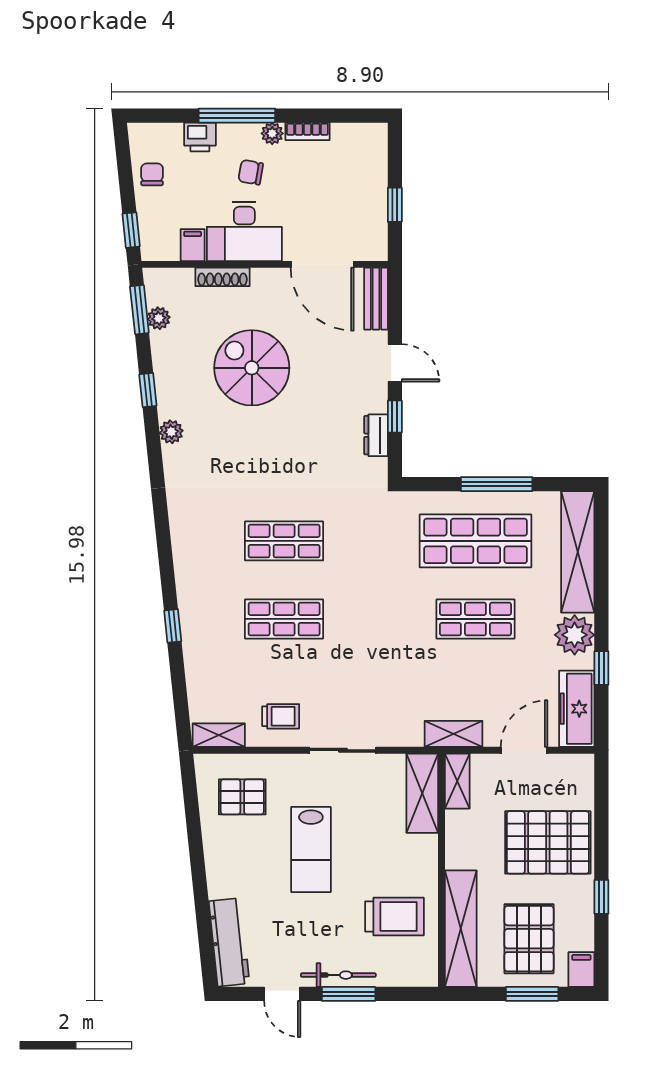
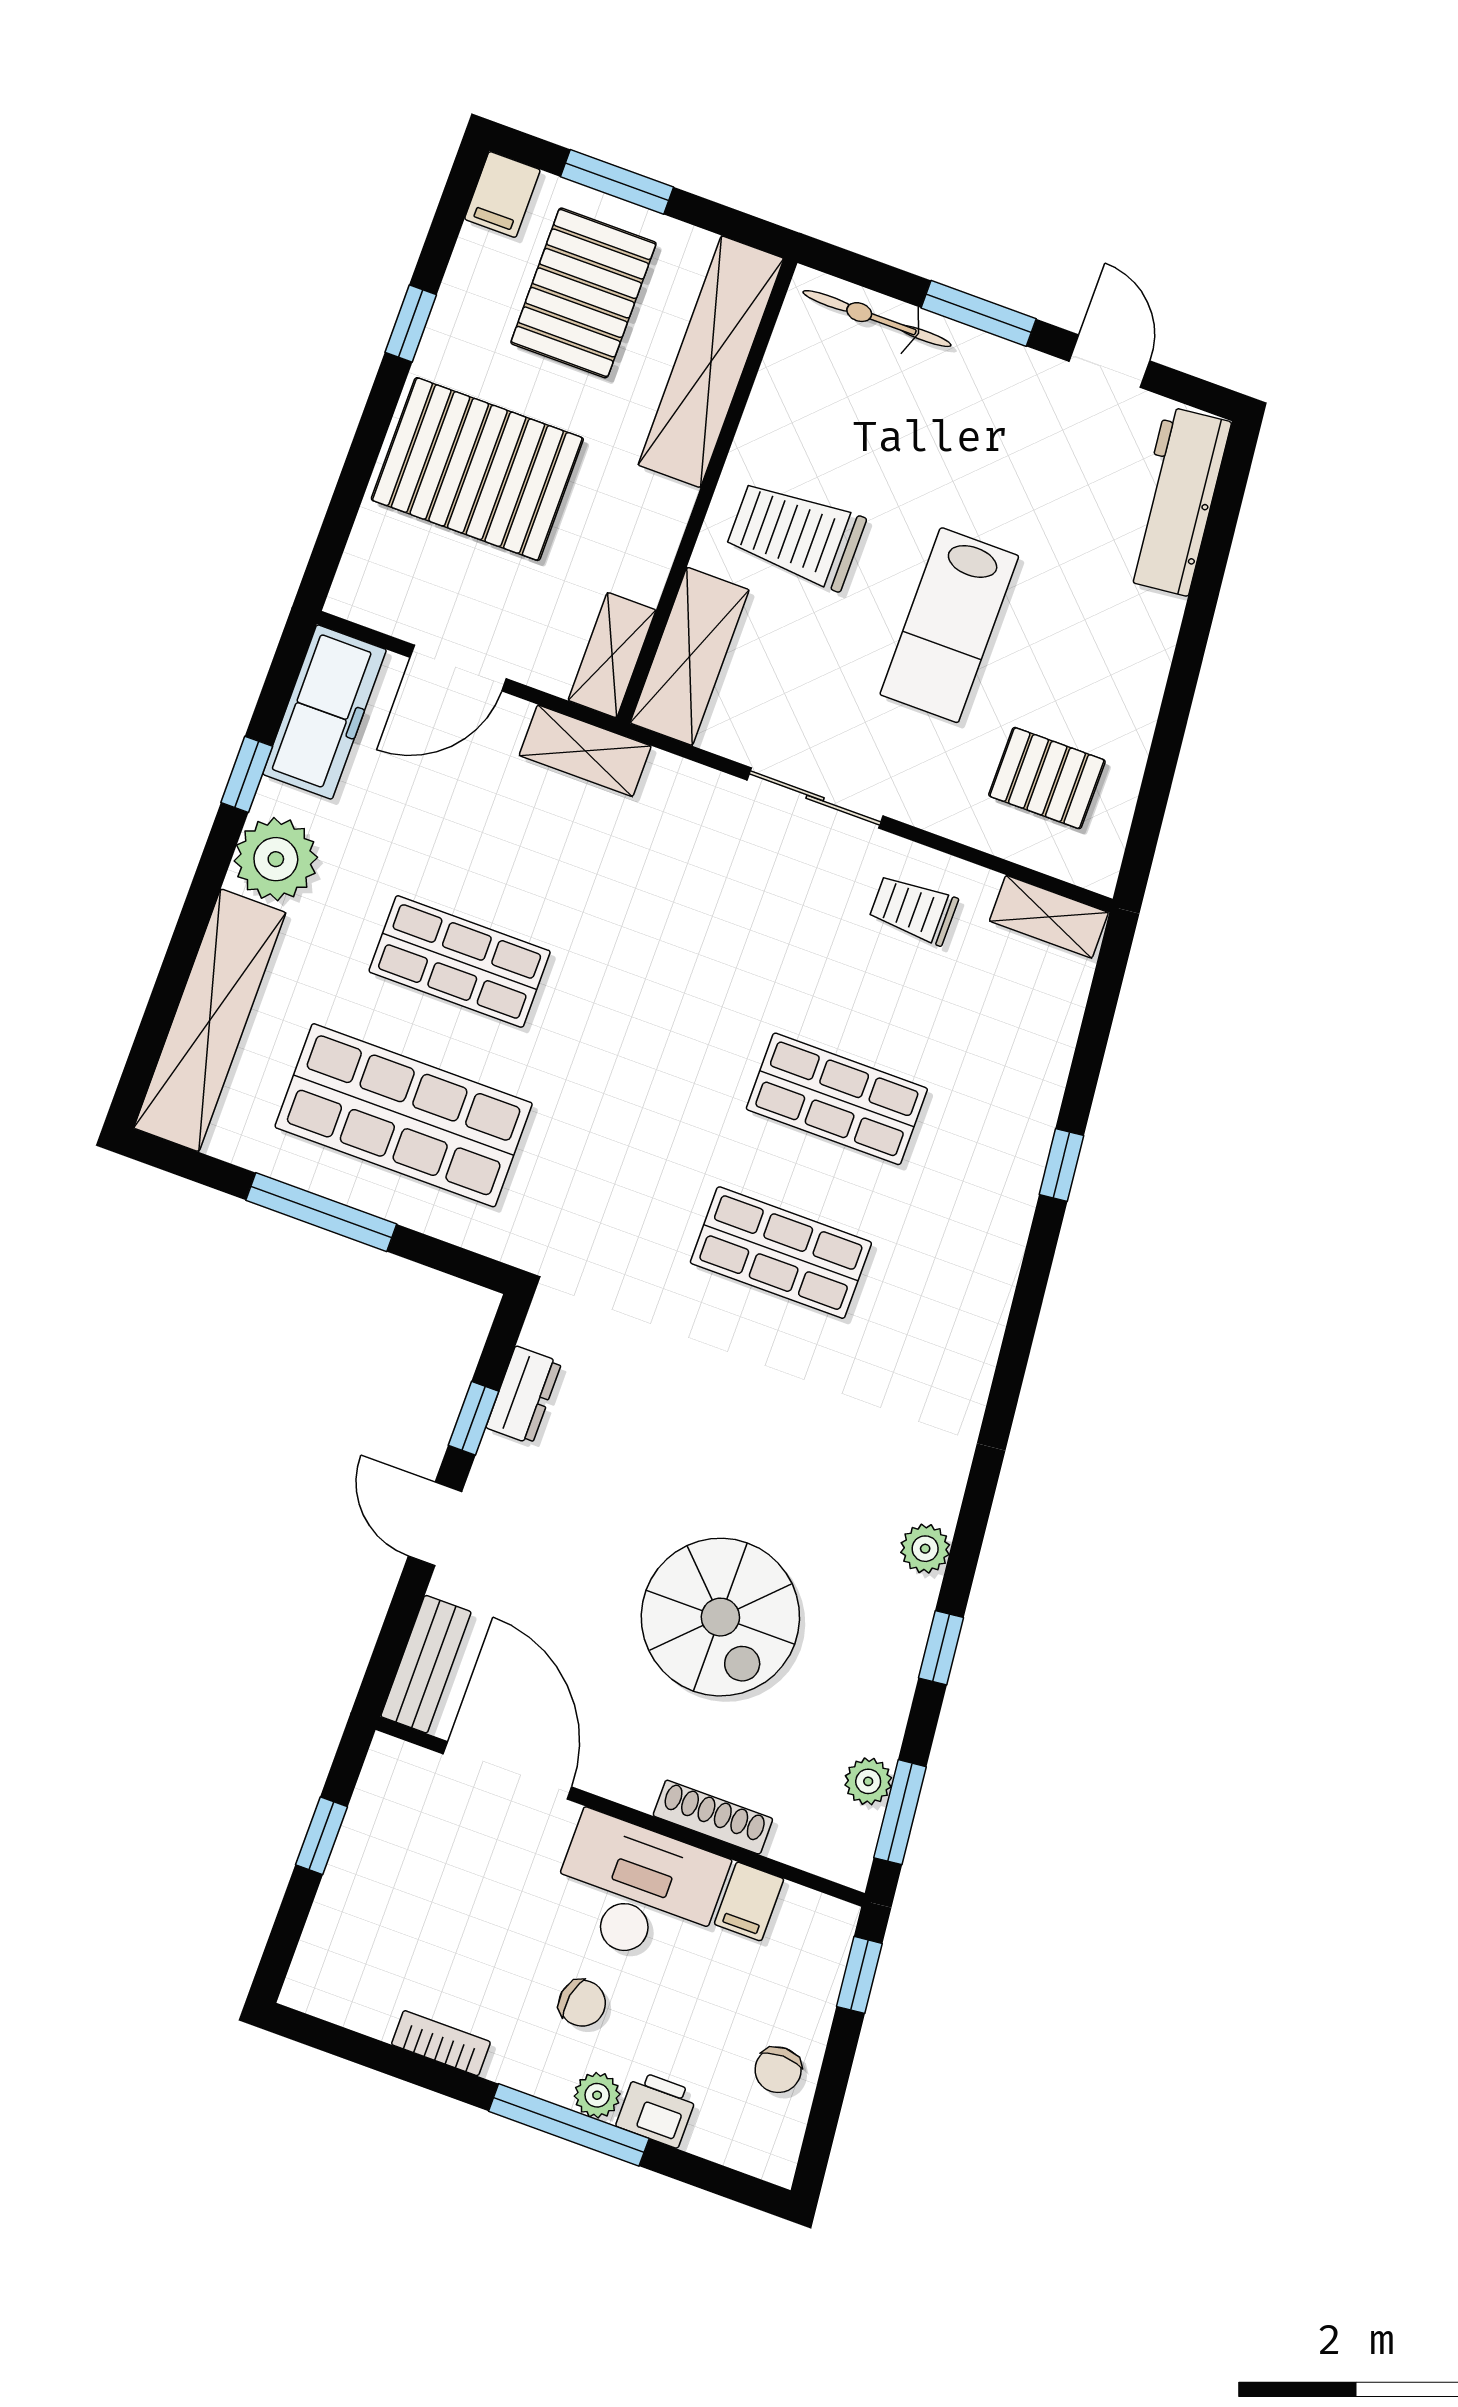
plant: (272, 133) -> (597, 2095), moved
lab bench: (311, 849) -> (949, 625), turned 180
trolley: (394, 917) -> (796, 535), moved
bicycle: (338, 975) -> (877, 319), moved

